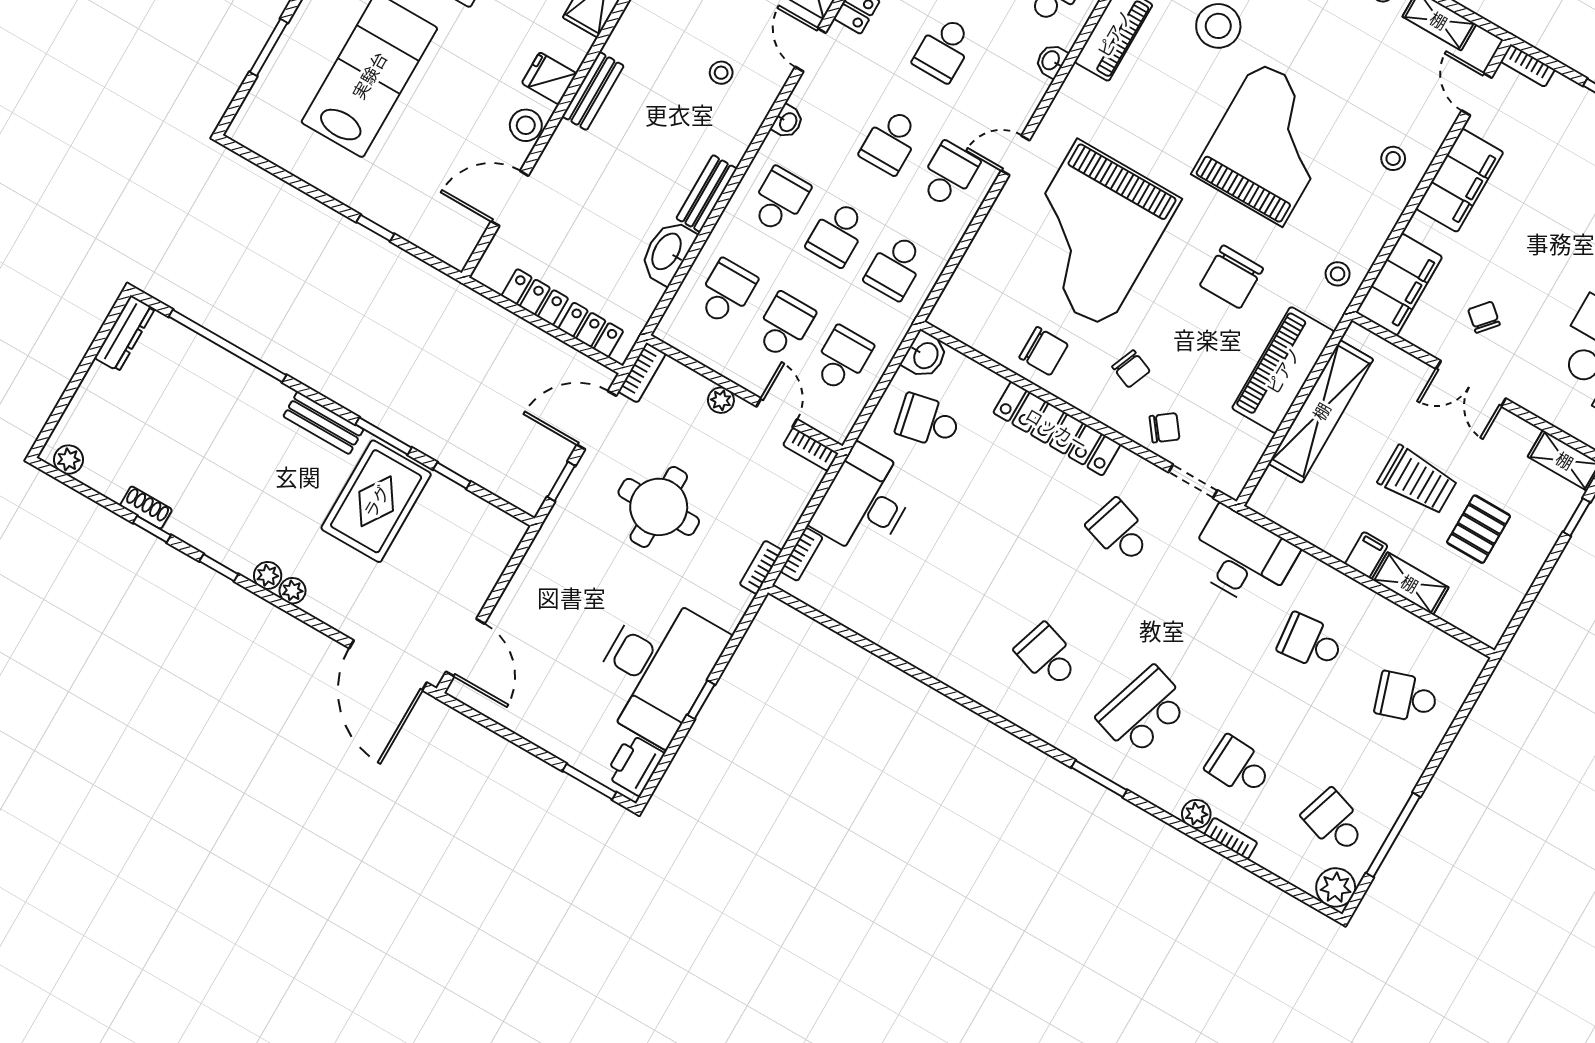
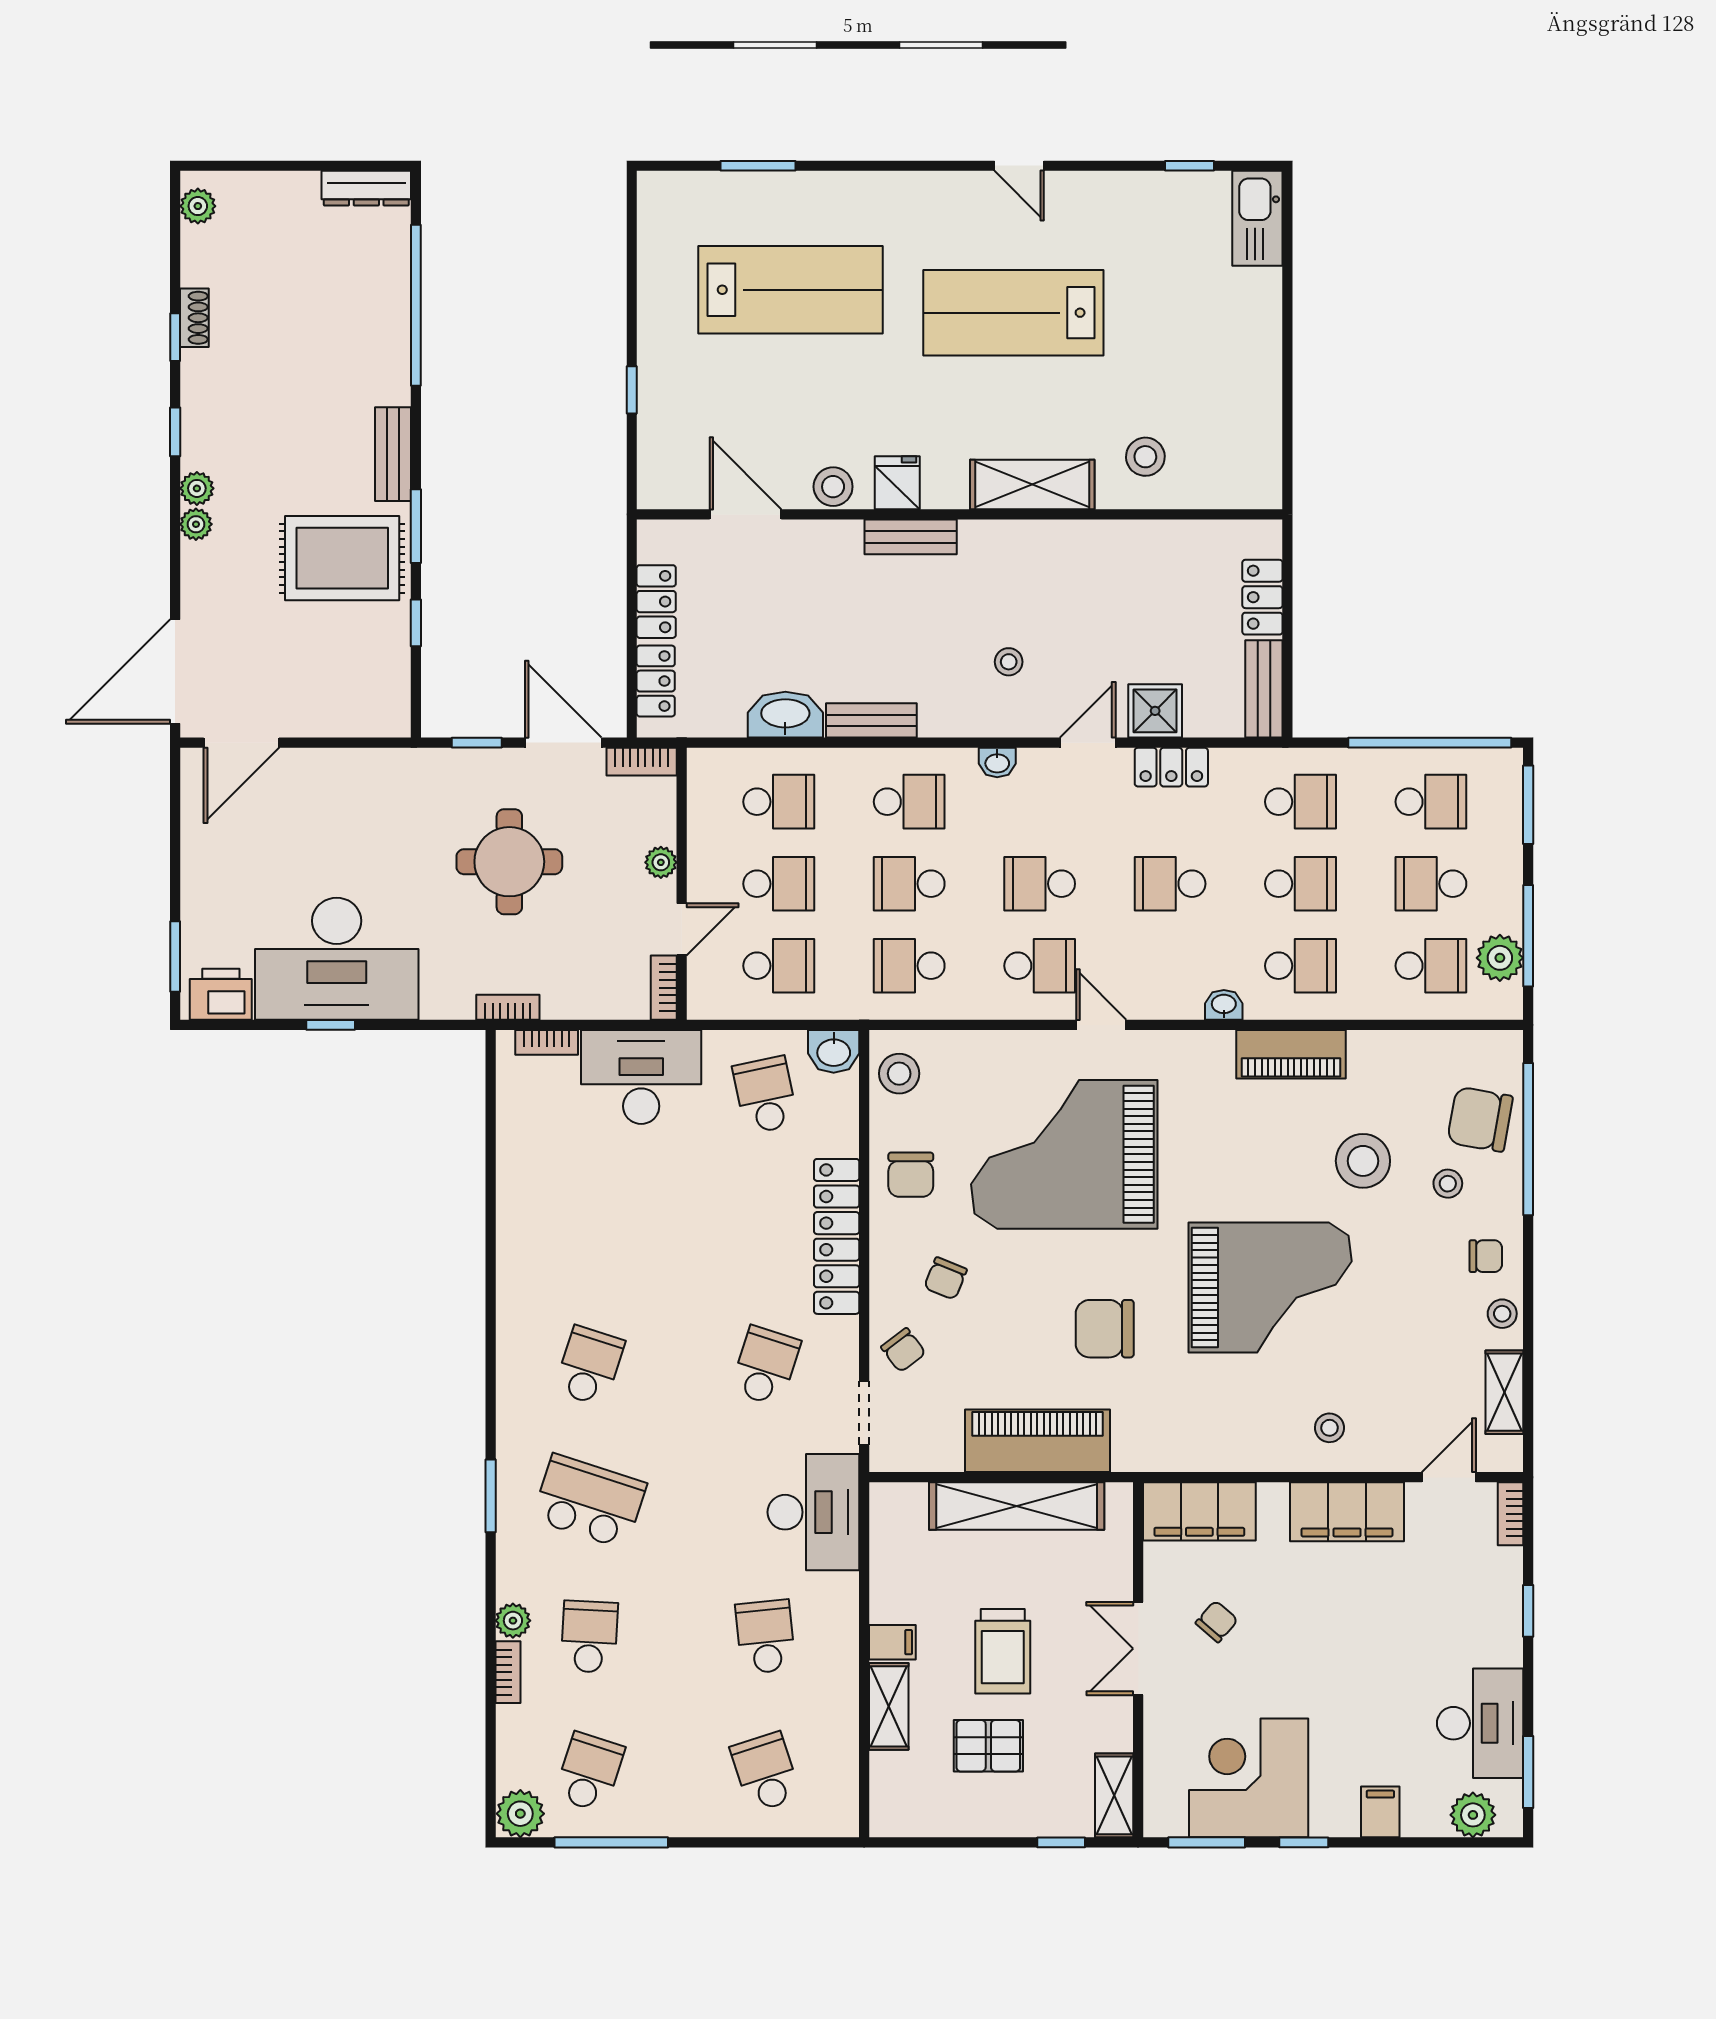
stool: (1338, 274) -> (899, 1074), moved, width x1.37, depth x1.37

